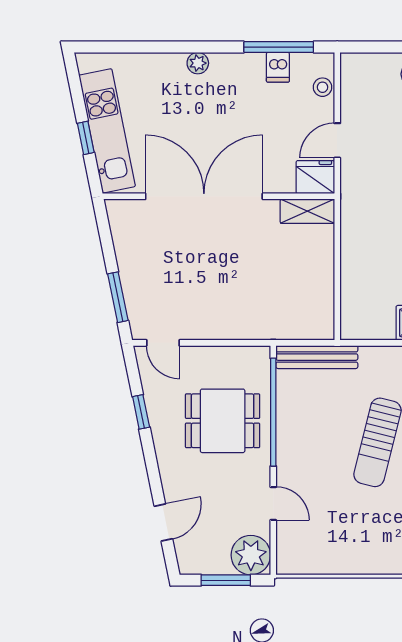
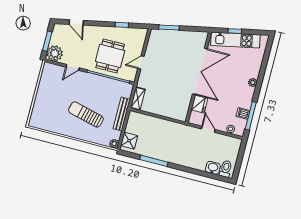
fridge: (315, 177) -> (199, 104), moved
shelving: (307, 211) -> (138, 99), moved
door: (163, 343) -> (141, 62), moved
bench: (317, 357) -> (122, 114), moved

